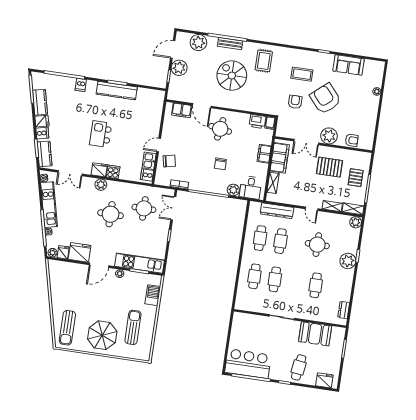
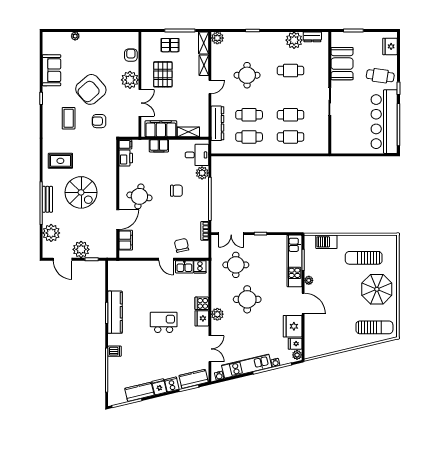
spiral stairs: (232, 76) -> (81, 192), turned -90
kitchen island: (101, 134) -> (164, 322), turned 180
plant: (348, 261) -> (294, 40), moved
bar counter: (248, 364) -> (384, 122), width x1.36

